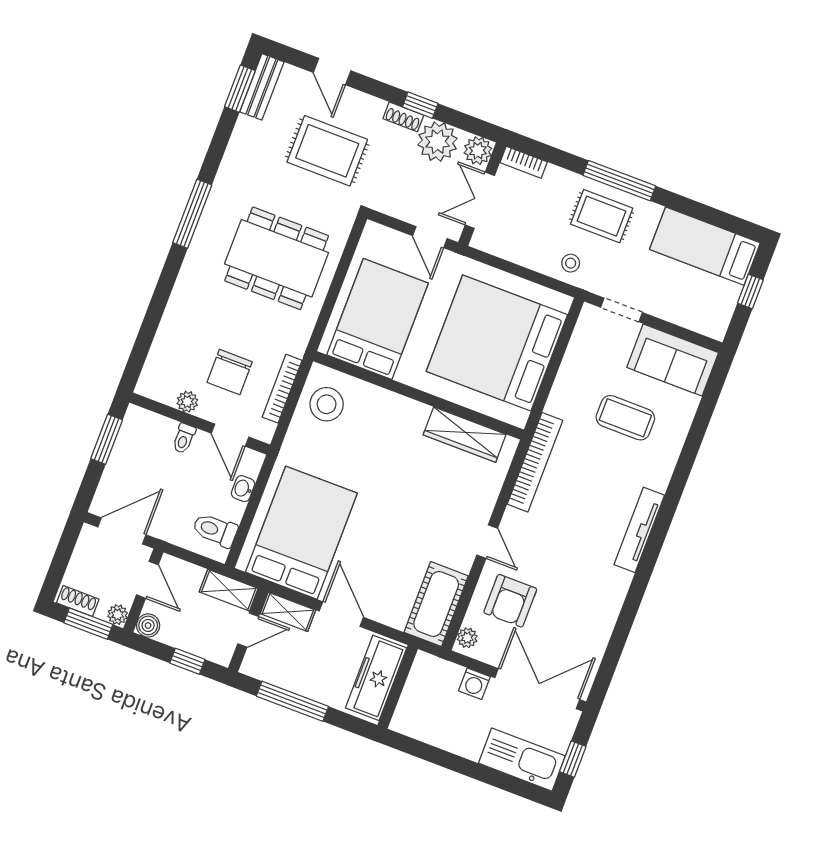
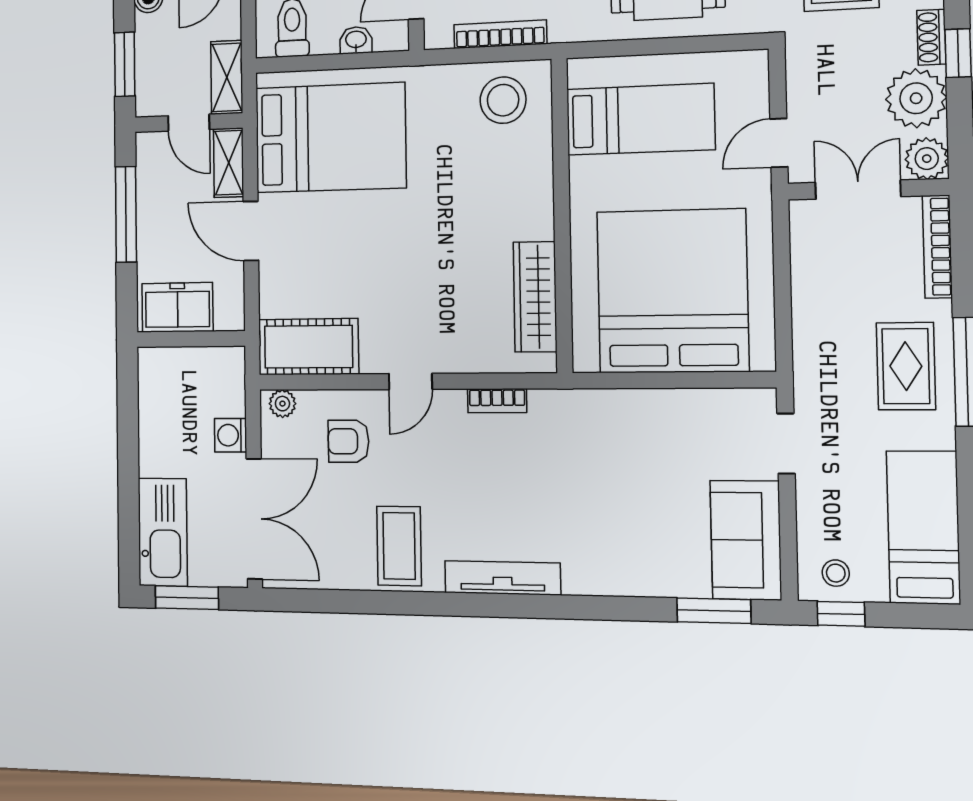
bookcase: (524, 162) -> (937, 247), width x1.56
stool: (571, 263) -> (836, 573), moved
window: (750, 292) -> (841, 614), moved
bed: (378, 319) -> (640, 119), width x0.67
window: (710, 399) -> (714, 611), added
coffee table: (625, 418) -> (399, 546), moved
bookcase: (535, 462) -> (497, 401), width x0.43, depth x0.76
armchair: (510, 601) -> (349, 441), width x0.72, depth x0.72
door: (341, 614) -> (251, 231), swing flipped
window: (187, 661) -> (125, 64), width x1.50
freezer: (376, 678) -> (177, 307), width x0.71
window: (573, 759) -> (187, 598), width x1.50

